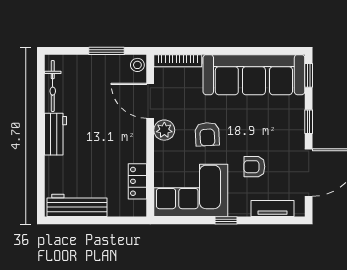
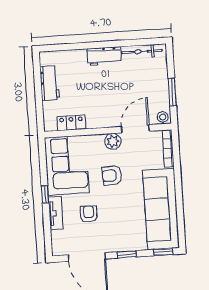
workbench: (77, 205) -> (50, 83), width x0.73
tv unit: (273, 209) -> (56, 213), moved

